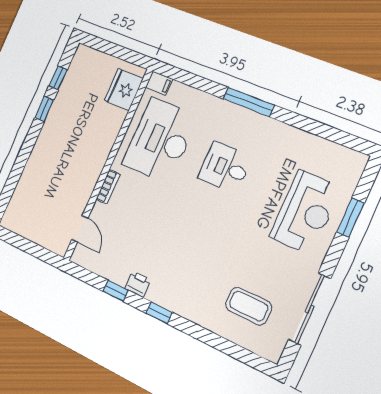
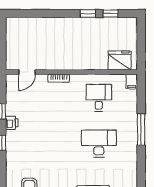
window: (249, 102) -> (141, 130), moved
desk: (160, 140) -> (99, 98), width x0.53, depth x0.77
desk: (225, 167) -> (99, 144), width x1.37

